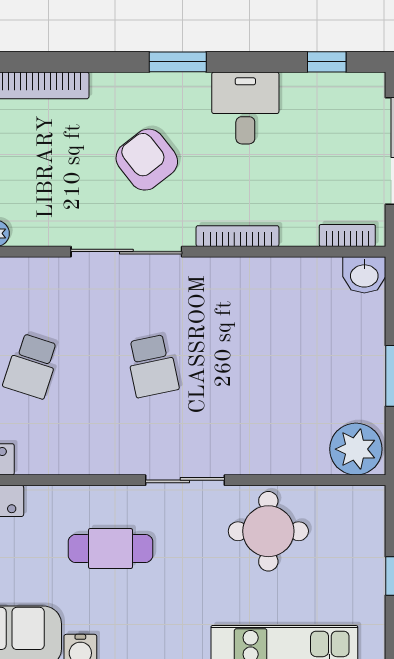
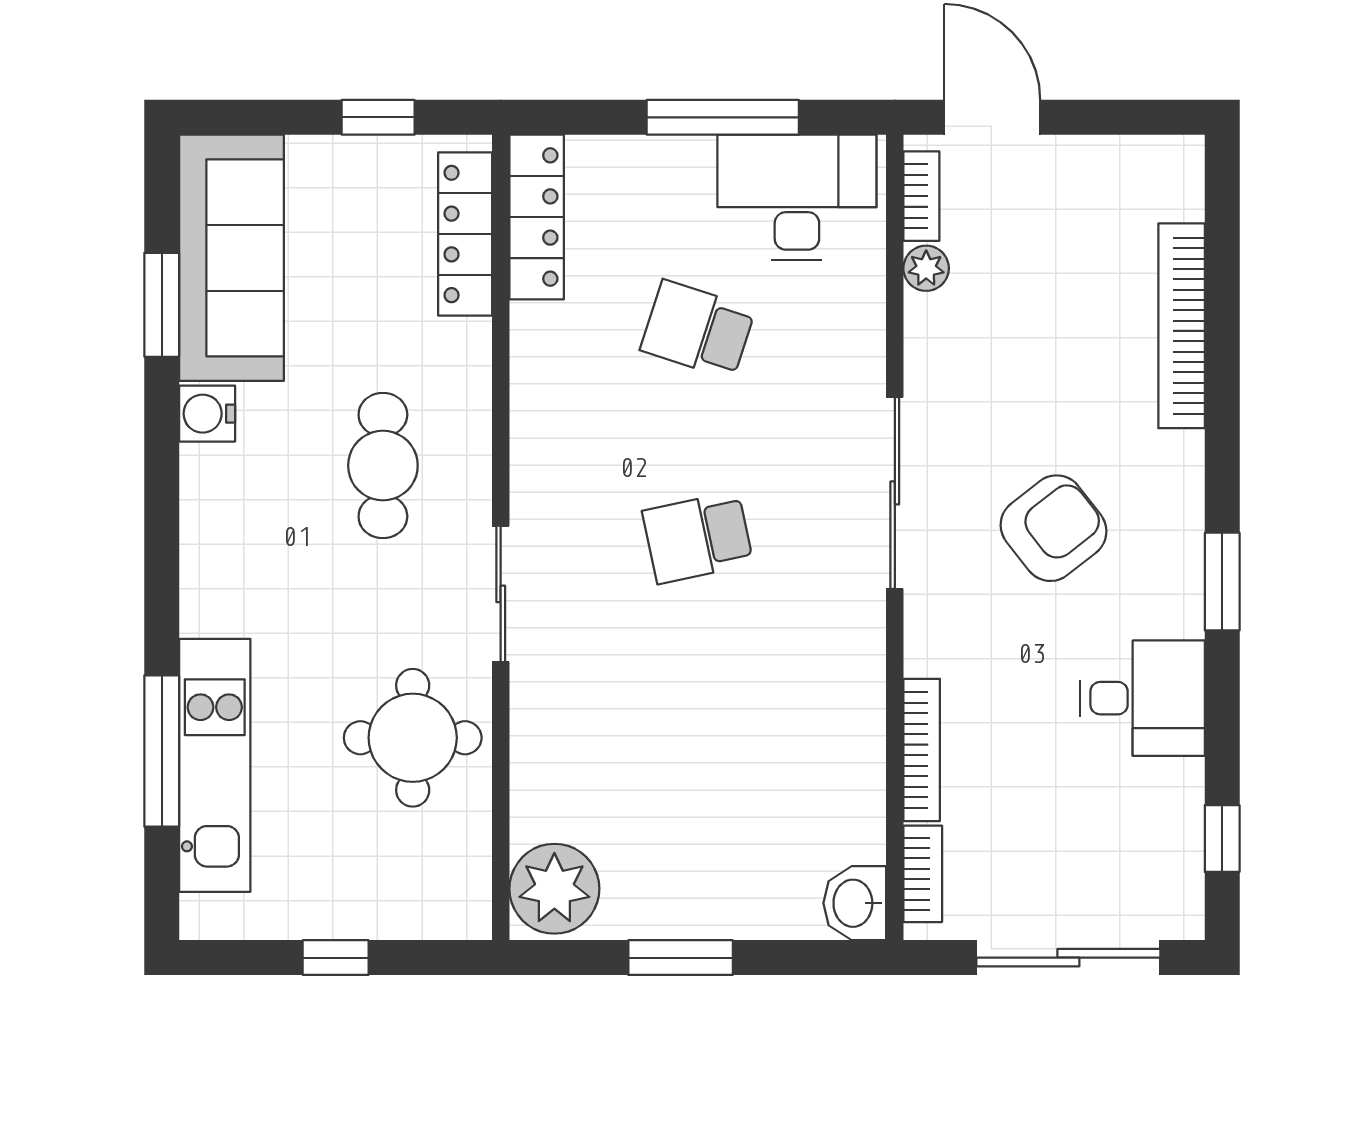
bookcase: (238, 236) -> (922, 750), moved

